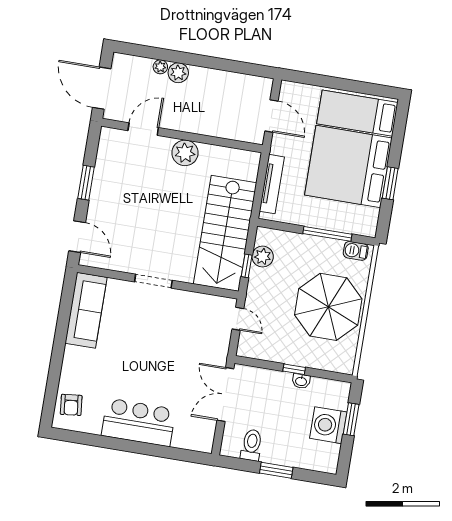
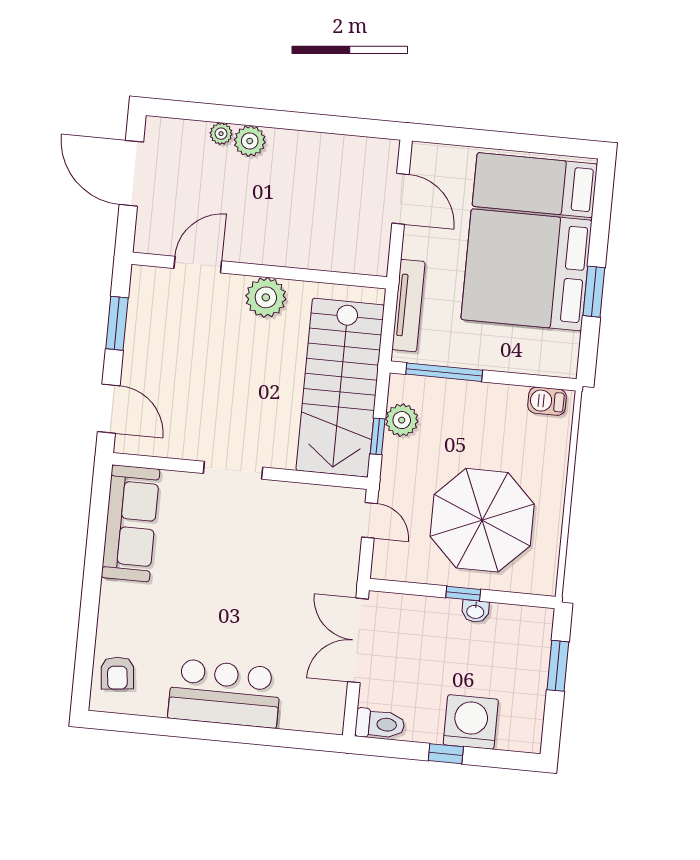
door: (143, 129) -> (198, 265), moved
wall: (182, 136) -> (259, 271), moved
plant: (185, 153) -> (266, 297), moved
window: (327, 234) -> (444, 372), moved
parasol: (328, 307) -> (482, 520), moved
washing machine: (328, 425) -> (471, 722), moved, turned 90
toilet: (252, 445) -> (380, 724), moved, turned 90
window: (276, 470) -> (446, 754), width x0.67

